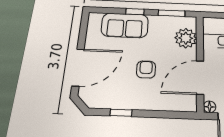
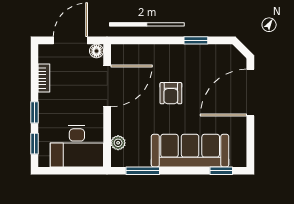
window: (135, 12) -> (221, 171), moved
sofa: (125, 25) -> (190, 151), width x1.36
plant: (186, 38) -> (118, 143), width x0.53, depth x0.53

